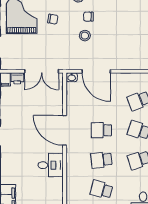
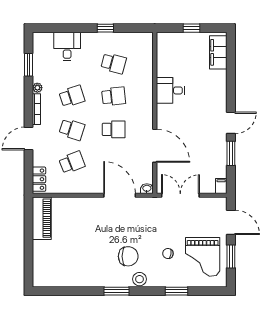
chair: (88, 17) -> (128, 256), width x1.87, depth x1.87
stool: (85, 36) -> (132, 235), removed
printer: (17, 78) -> (208, 187), removed
door: (65, 130) -> (155, 146), moved

